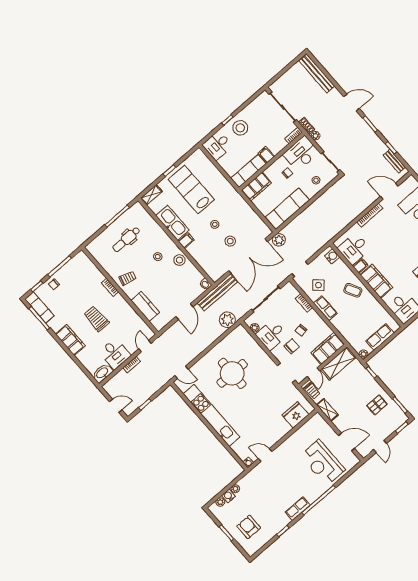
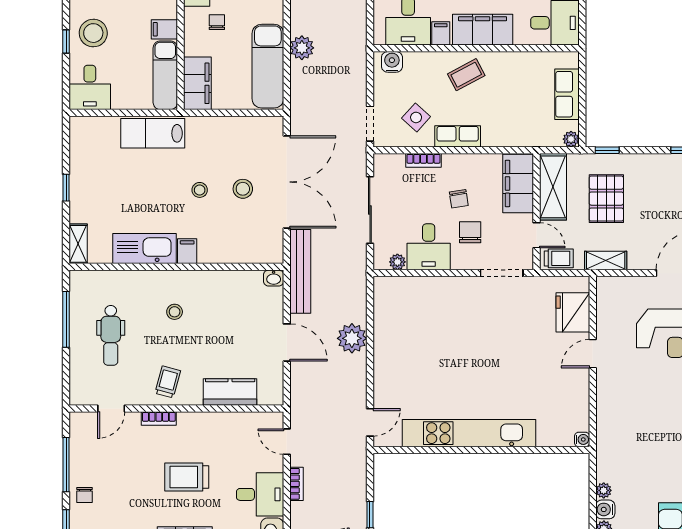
lab bench: (191, 189) -> (153, 133), moved, width x0.73, depth x0.72
plant: (279, 240) -> (302, 48), moved
stool: (179, 260) -> (207, 285), removed
door: (97, 265) -> (111, 408), added
plant: (227, 320) -> (352, 338), moved
round table: (232, 373) -> (435, 351), removed
pallet: (377, 405) -> (606, 199), moved, width x1.50, depth x1.42
door: (265, 455) -> (593, 354), moved

